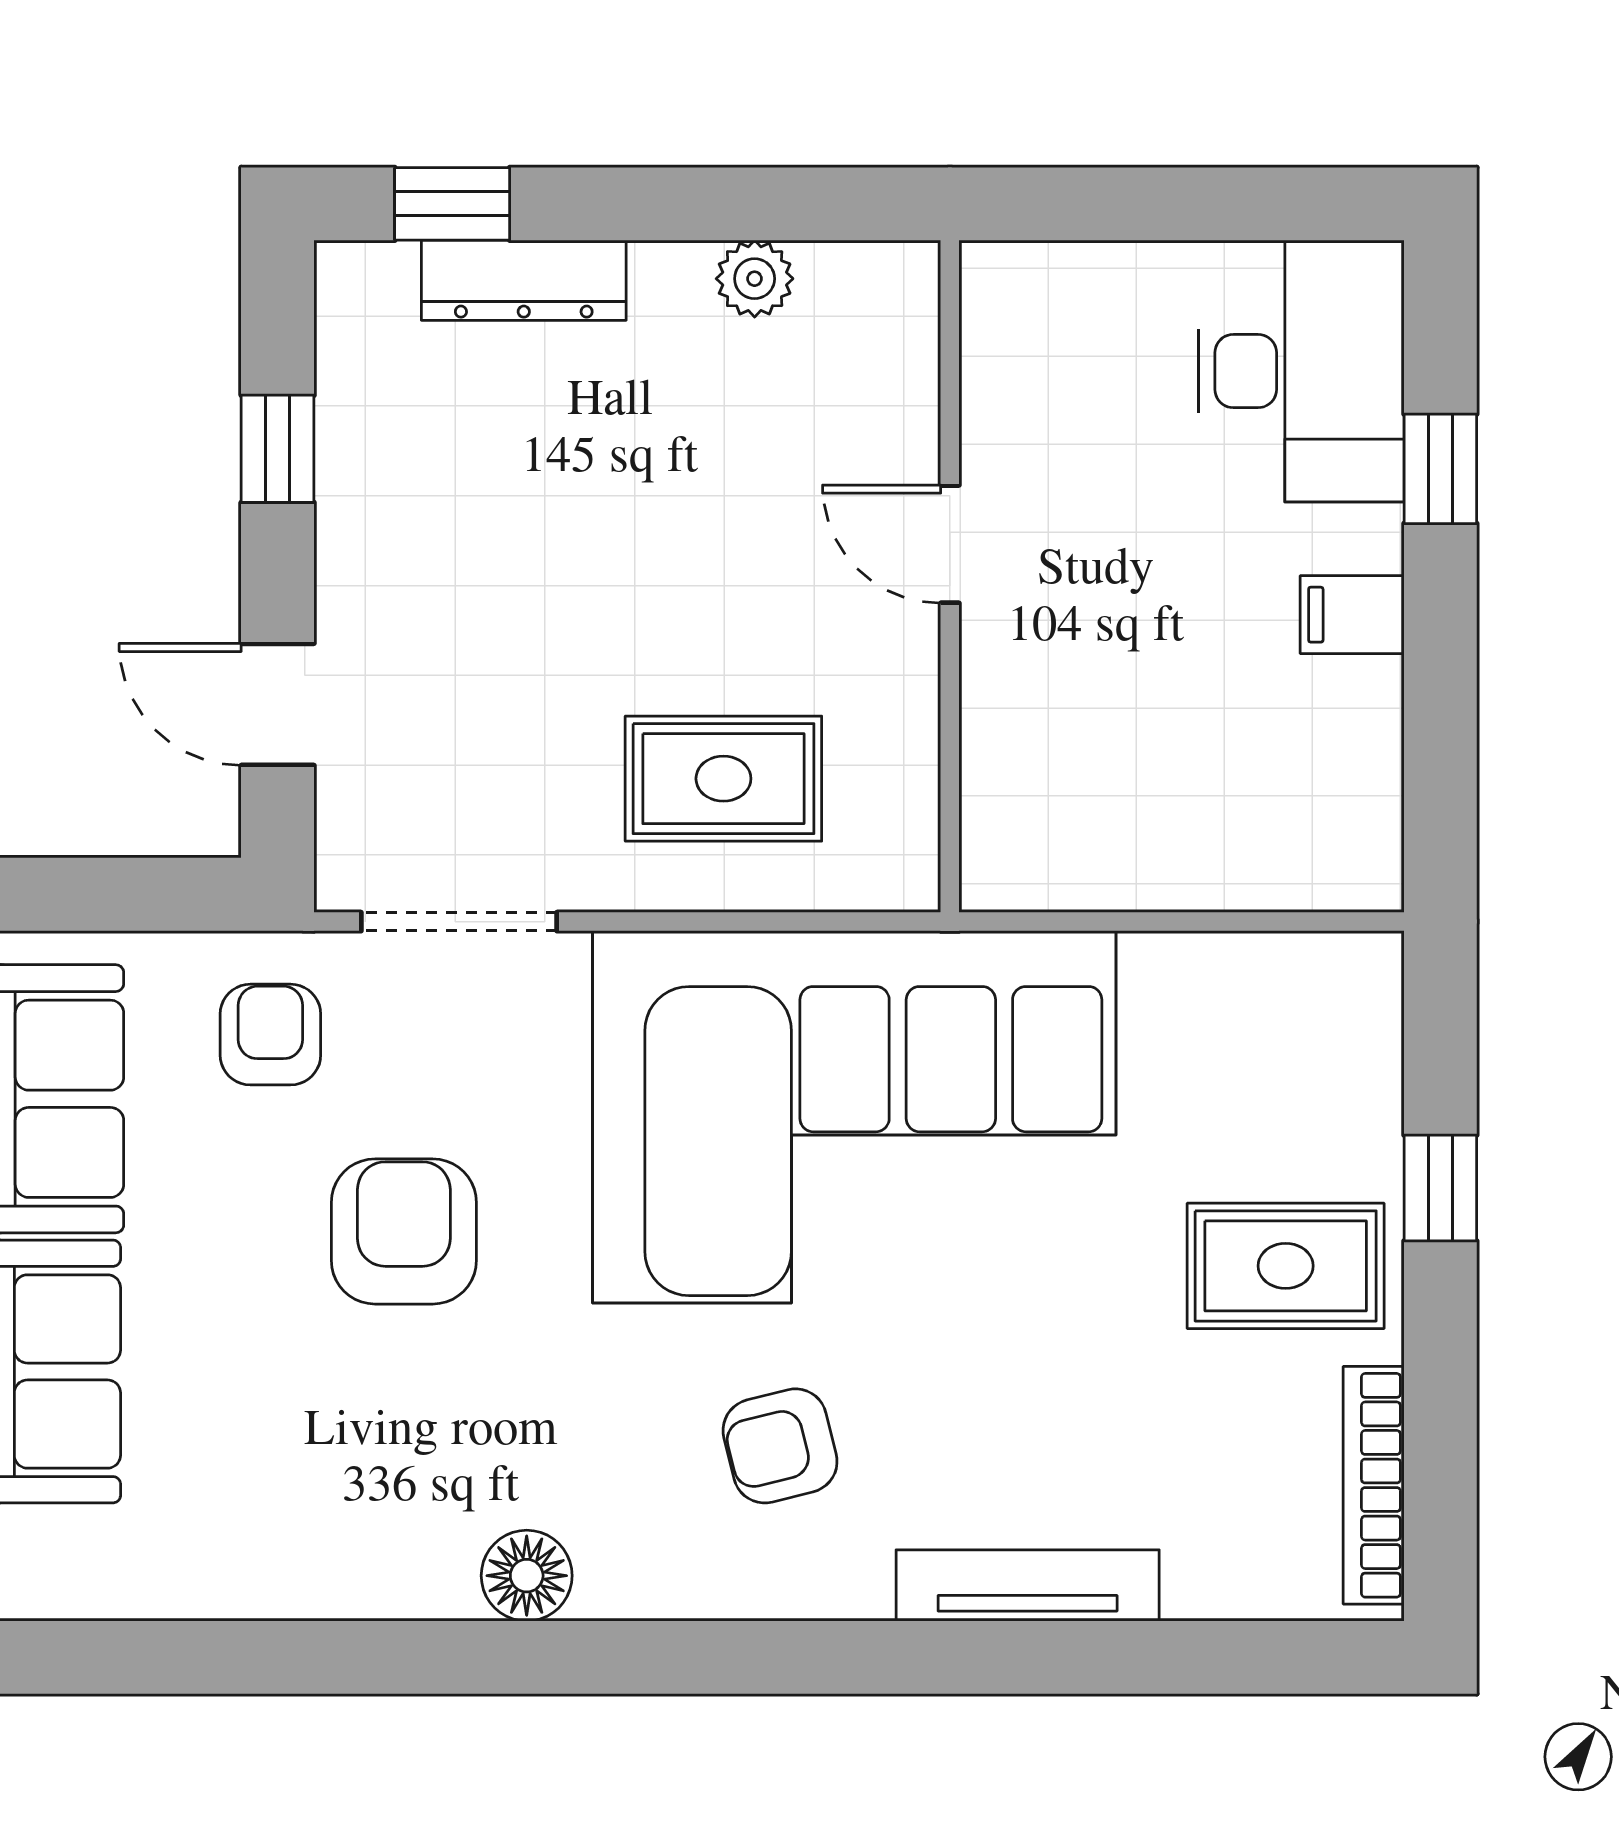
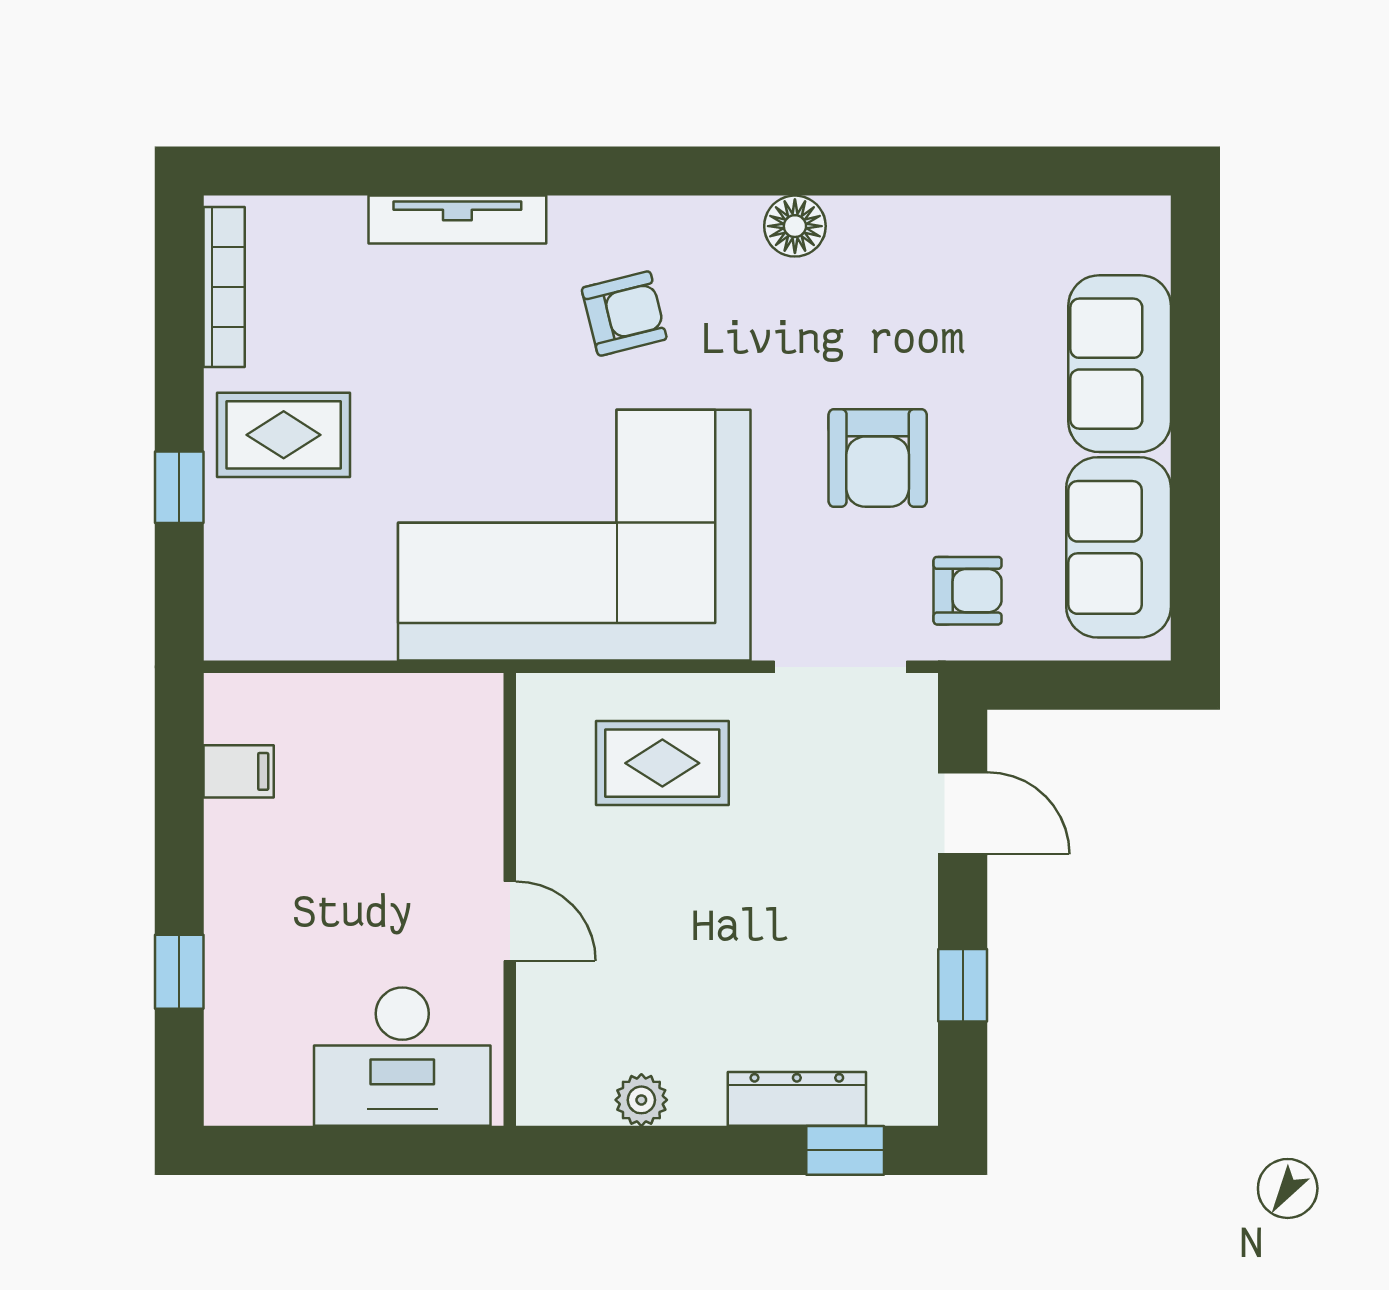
desk: (1301, 371) -> (402, 1057), moved, turned -90
filing cabinet: (1352, 615) -> (239, 771), moved
armchair: (270, 1035) -> (968, 591), turned -90

